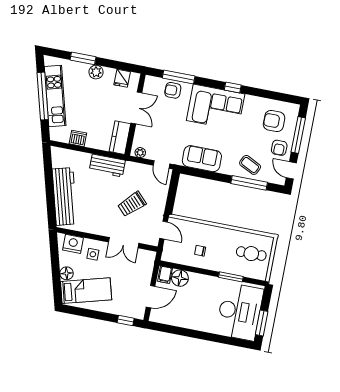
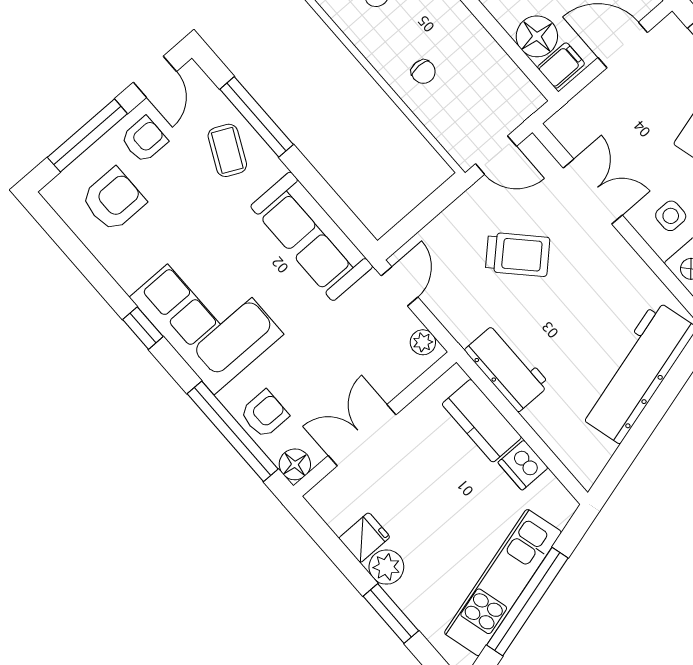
window: (179, 77) -> (233, 431), width x1.46
fridge: (122, 78) -> (364, 538), moved
floor lamp: (151, 82) -> (295, 464), added
armchair: (173, 90) -> (264, 414), turned -90
armchair: (274, 121) -> (113, 200), turned -90
kitchen counter: (120, 138) -> (482, 421), moved, turned 90
sofa: (202, 159) -> (312, 236), width x1.36
door: (163, 230) -> (496, 155), swing flipped
chair: (200, 251) -> (423, 72), moved

